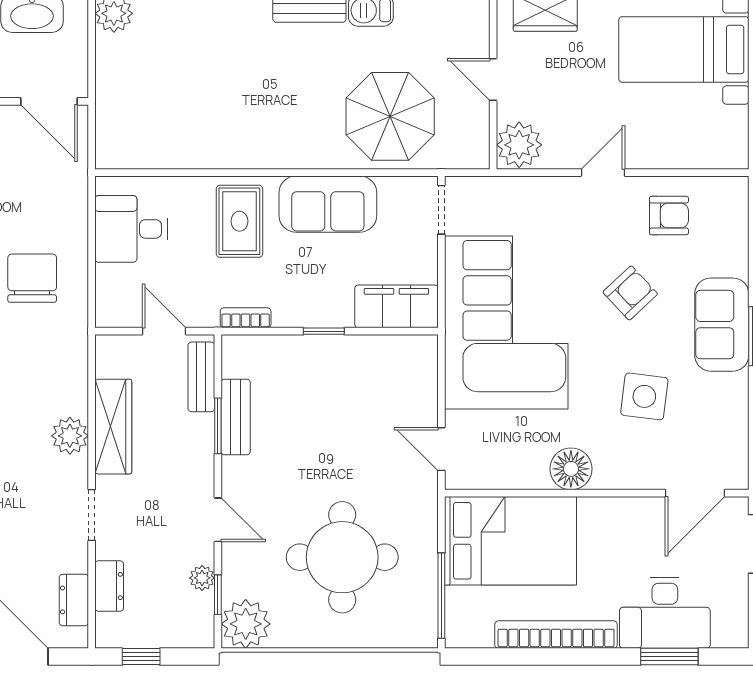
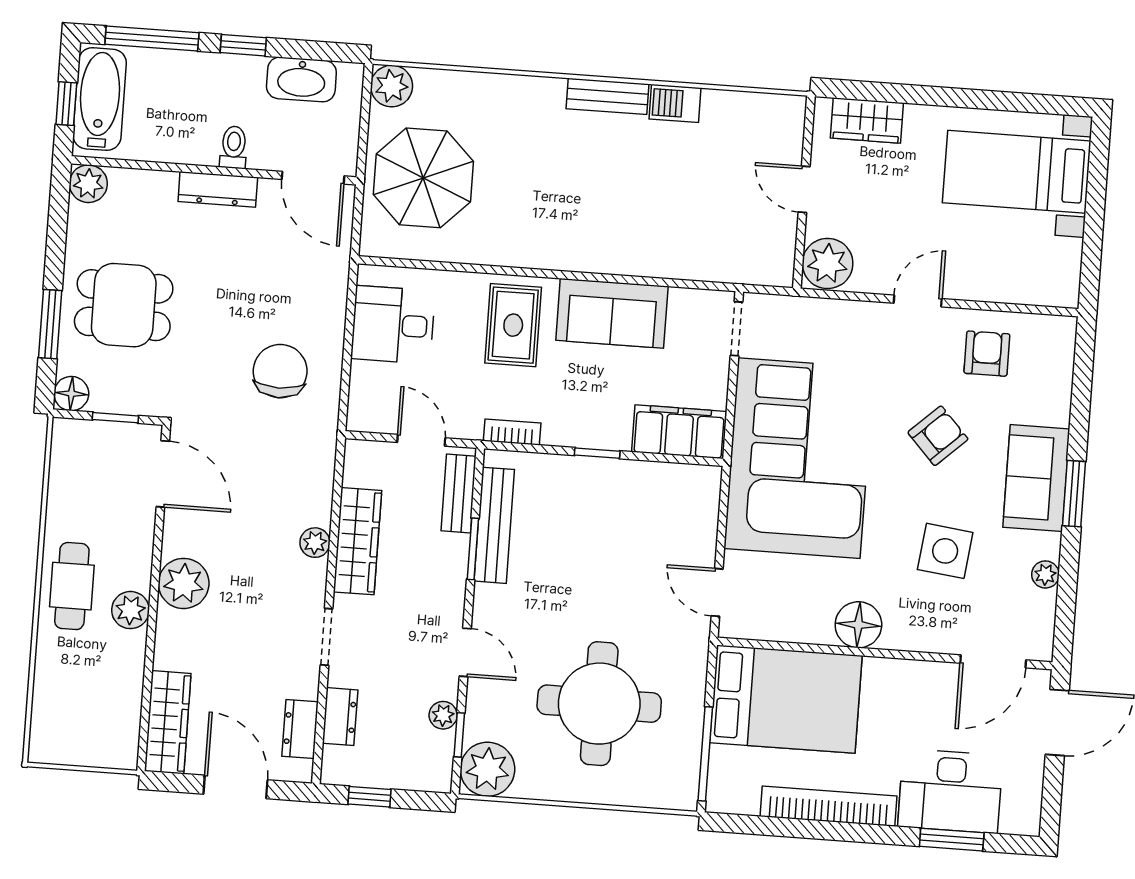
parasol: (390, 116) -> (423, 178), moved
armchair: (669, 216) -> (987, 354), turned -90
plant: (736, 411) -> (1045, 574), added
bench: (236, 417) -> (494, 525), width x1.36
plant: (70, 436) -> (315, 543), width x0.73, depth x0.73

